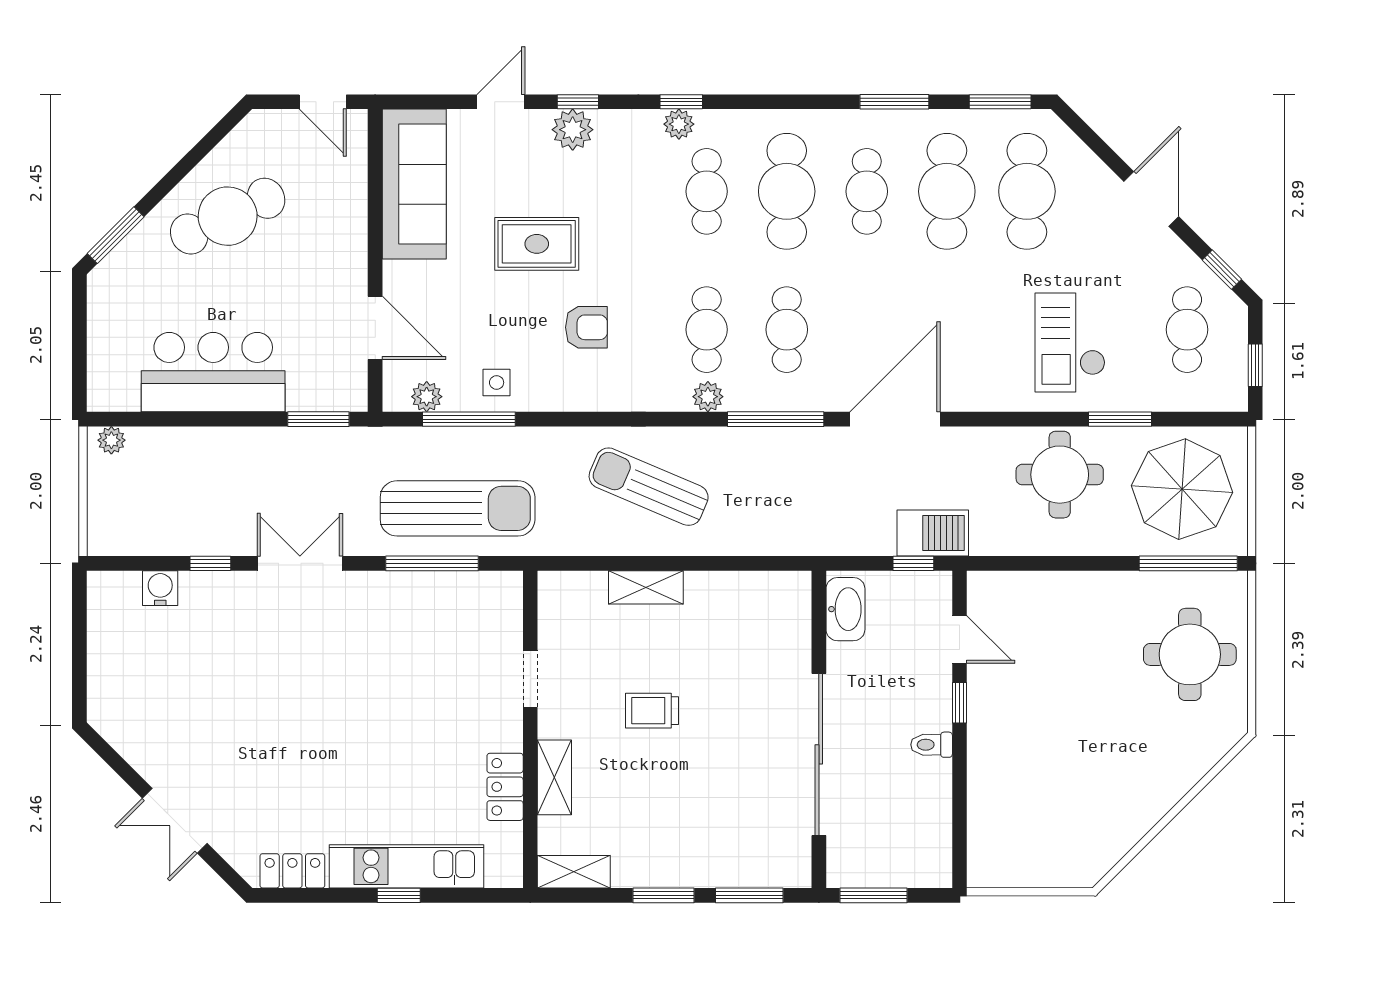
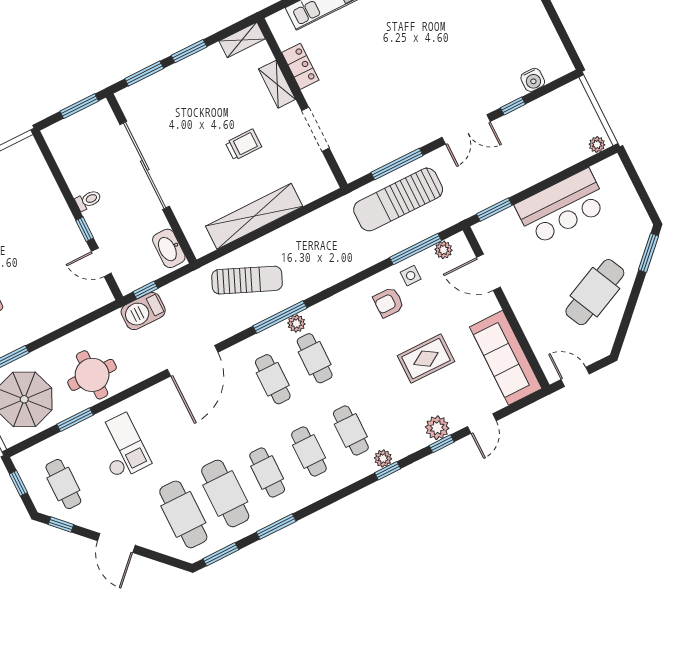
cafe table: (787, 191) -> (309, 452), width x0.73, depth x0.74
armchair: (586, 327) -> (388, 302), moved
window: (776, 419) -> (280, 317), moved
sun lounger: (649, 487) -> (247, 280), moved
shelving: (646, 587) -> (254, 216), width x2.20, depth x1.33
doorway: (530, 679) -> (315, 129), width x1.38

